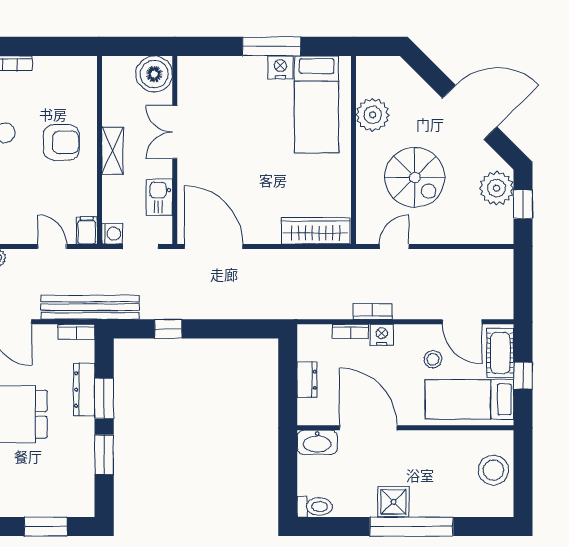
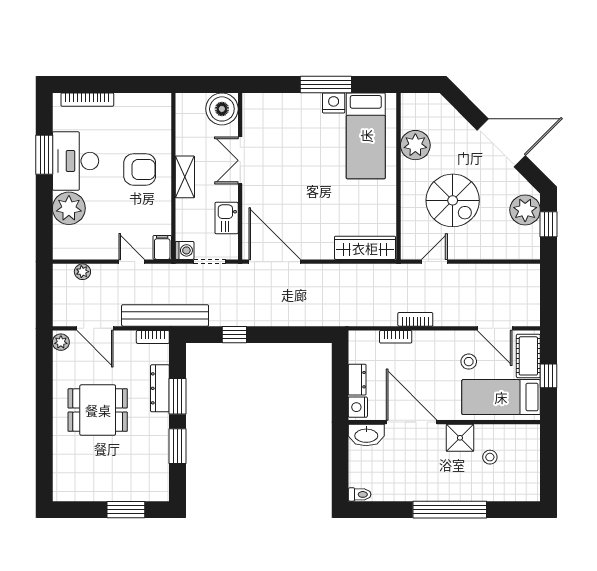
nightstand: (382, 335) -> (358, 407), moved, turned -90
stool: (493, 470) -> (490, 457), moved, width x0.53, depth x0.53
shower: (393, 502) -> (460, 438), moved
toilet: (315, 507) -> (360, 494), width x0.73, depth x0.72

